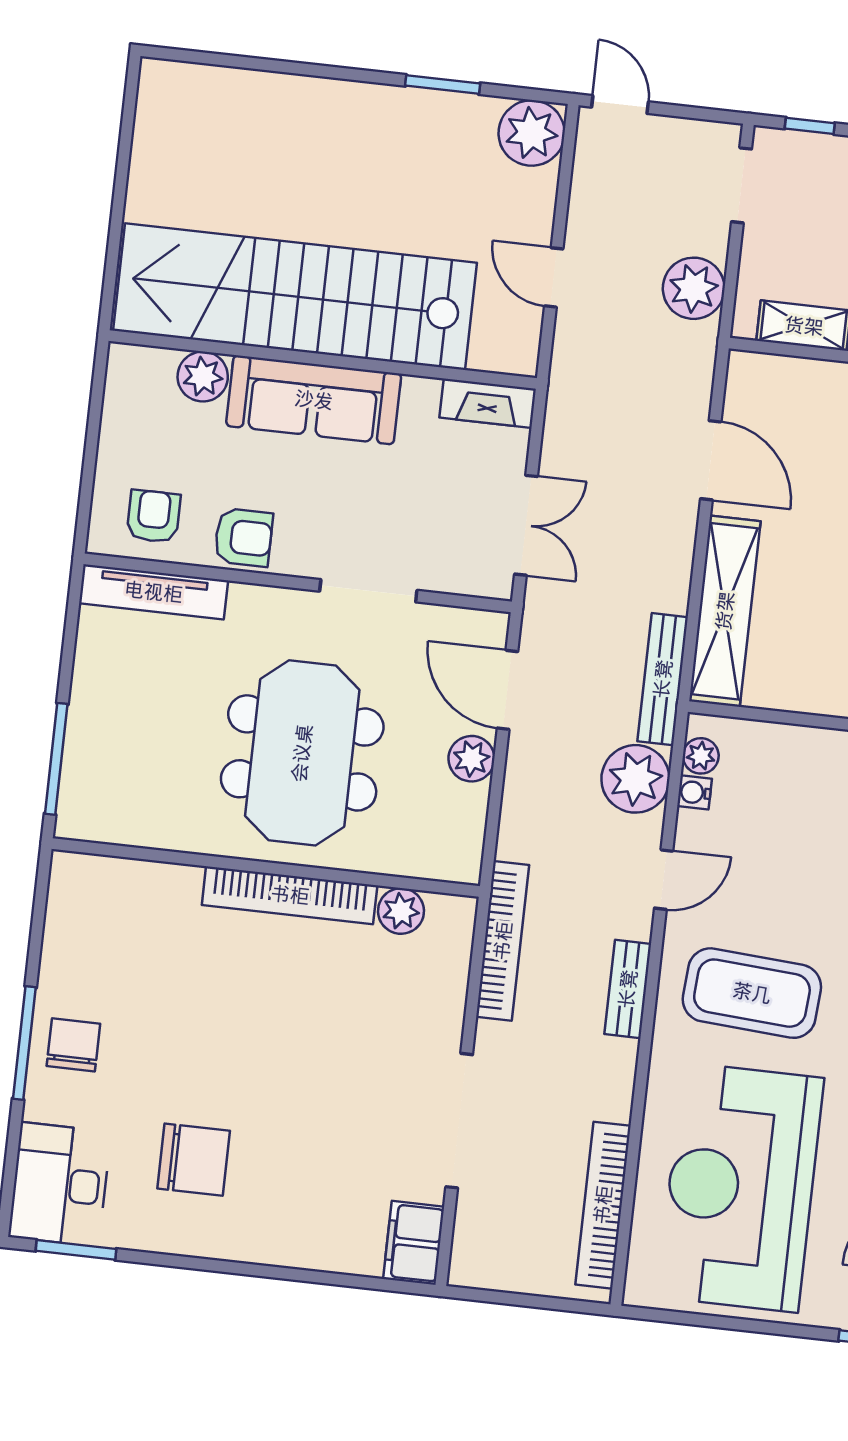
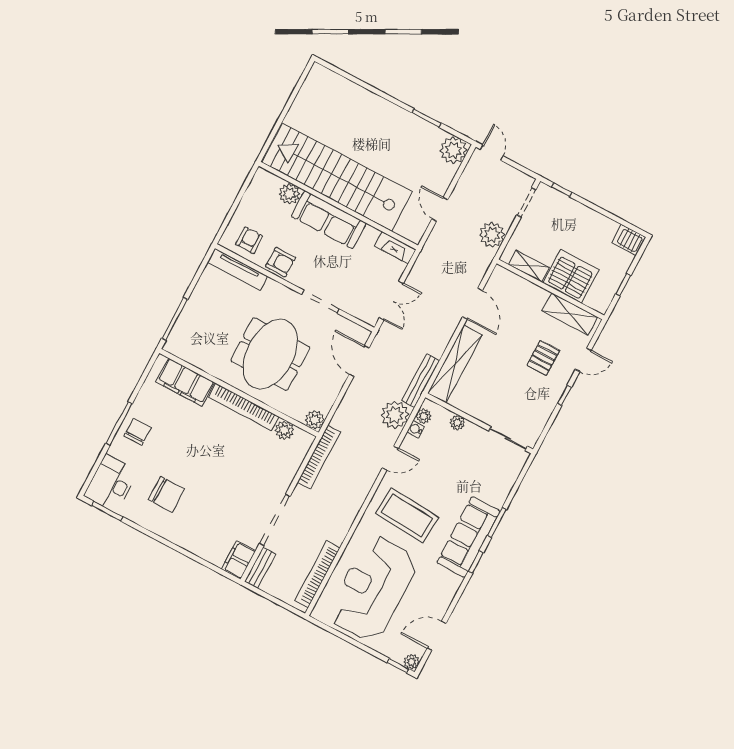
plant: (782, 741) -> (457, 423), added
plant: (471, 759) -> (315, 420), moved
filing cabinet: (136, 891) -> (185, 382), added
bench: (628, 989) -> (260, 568), moved

